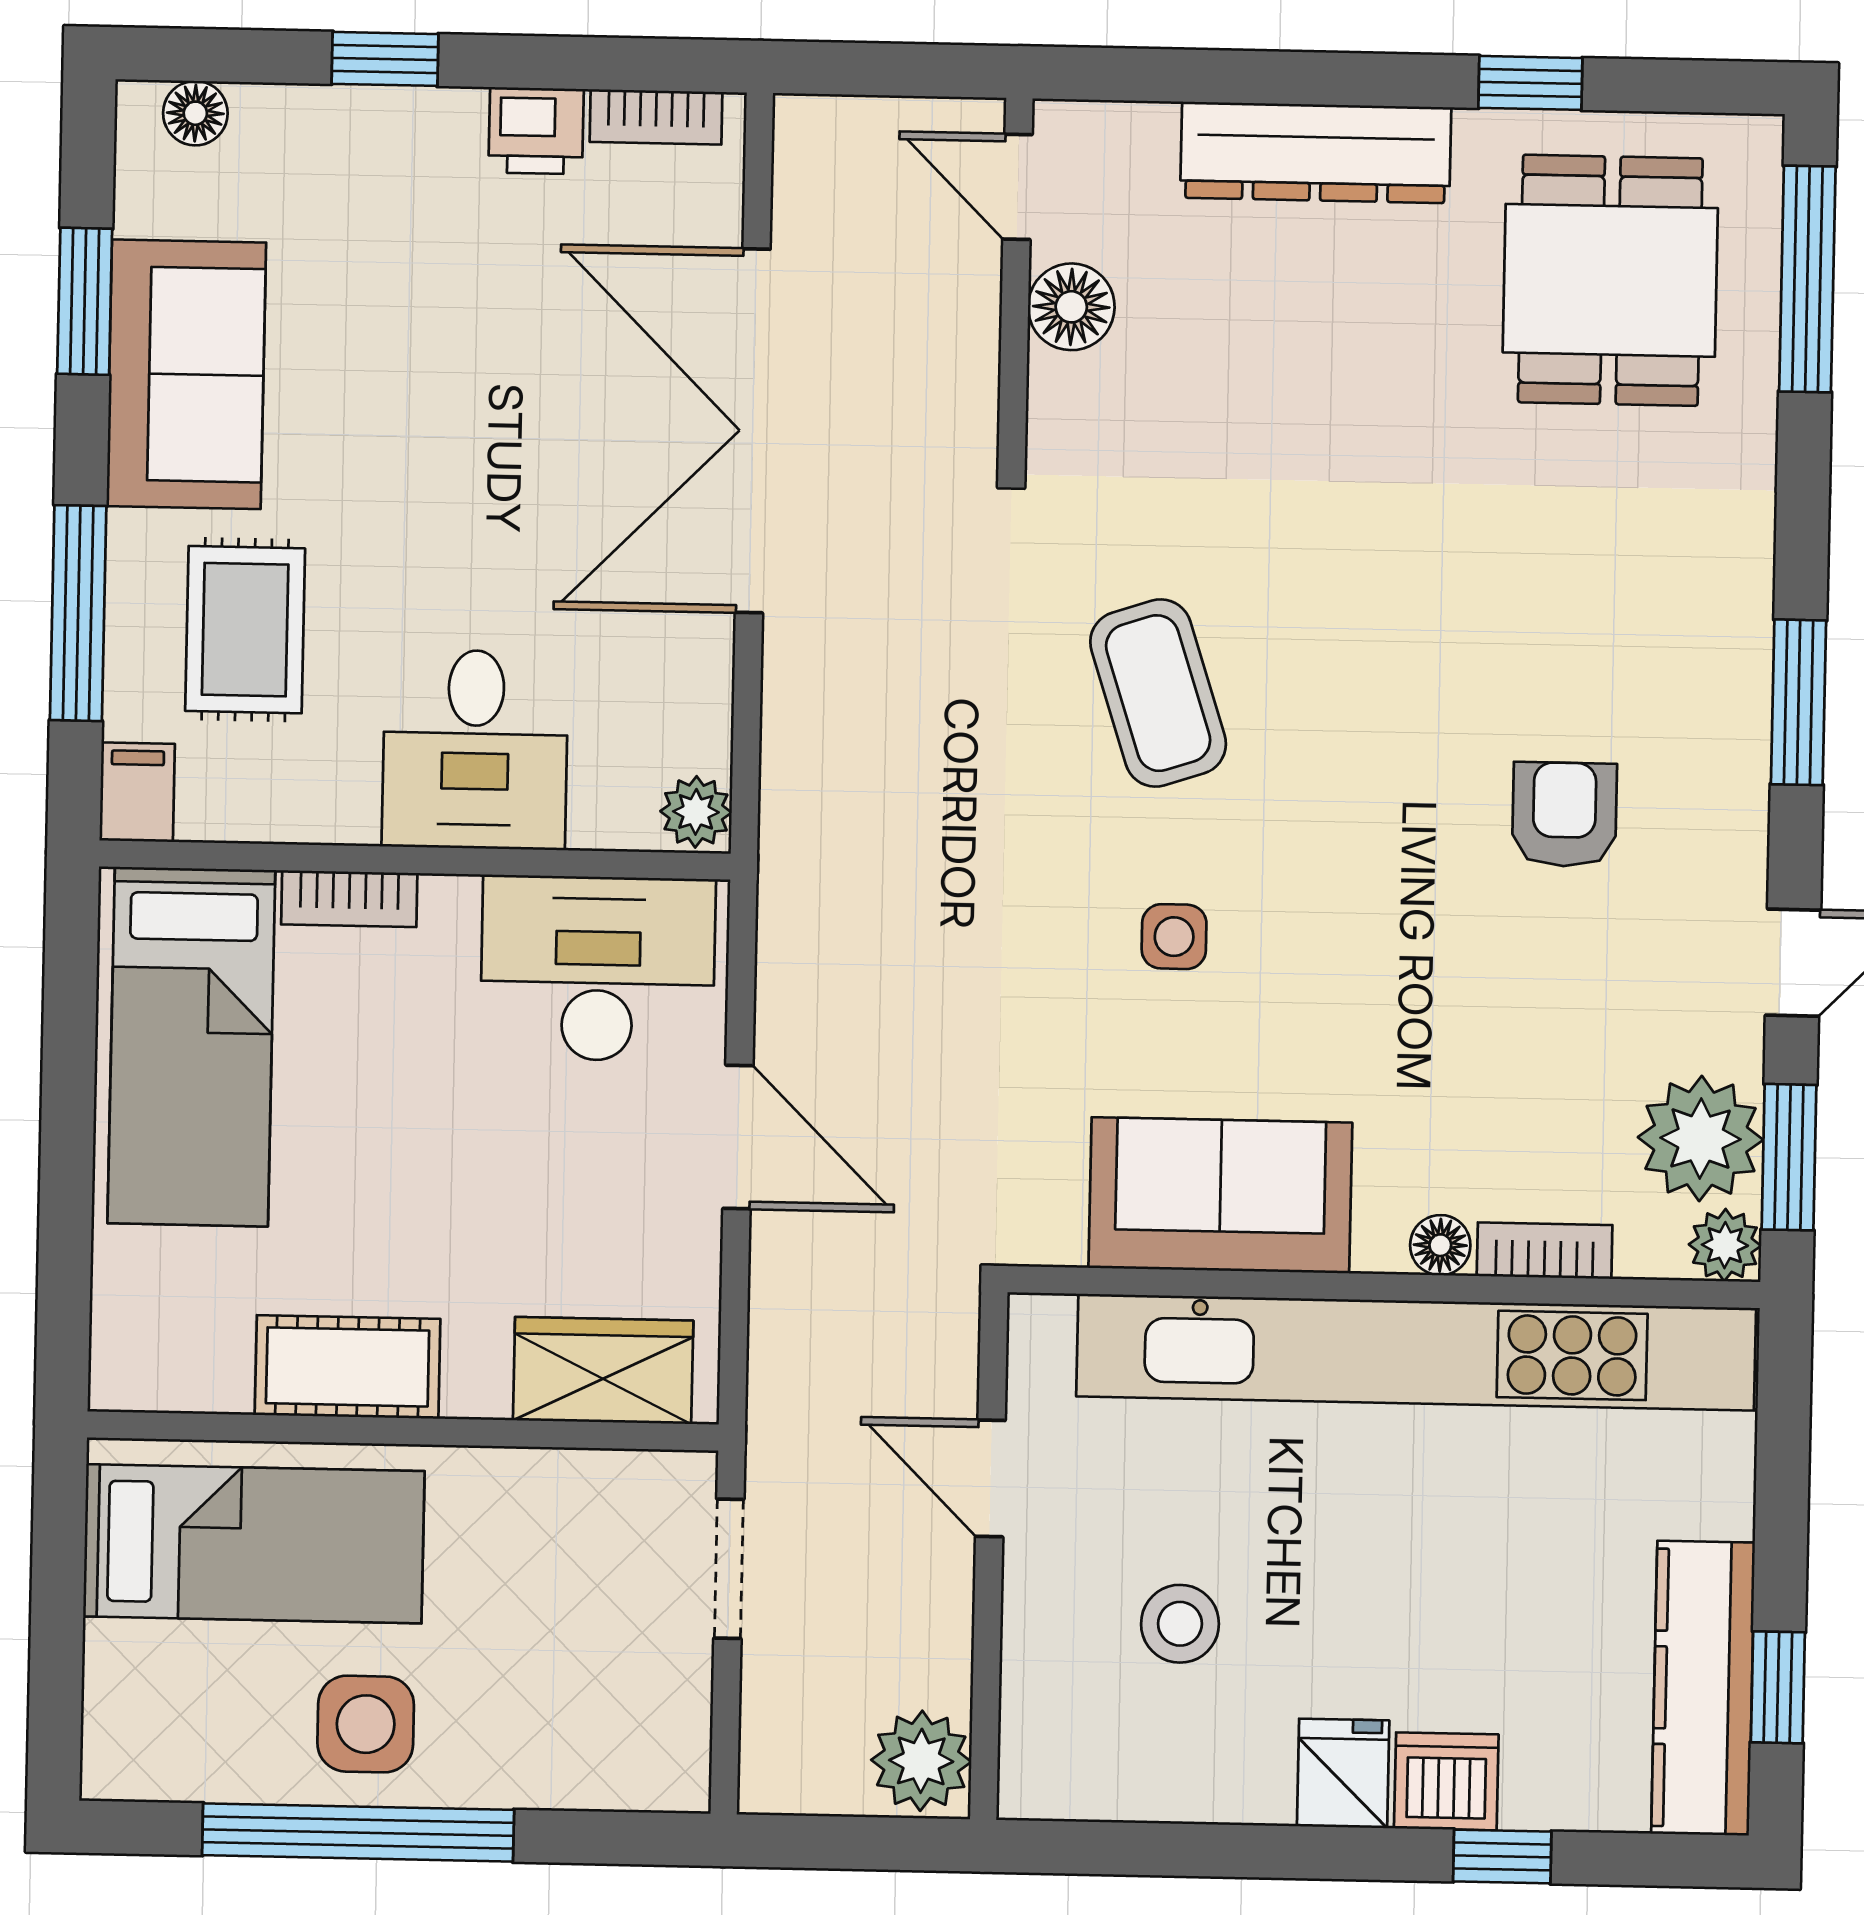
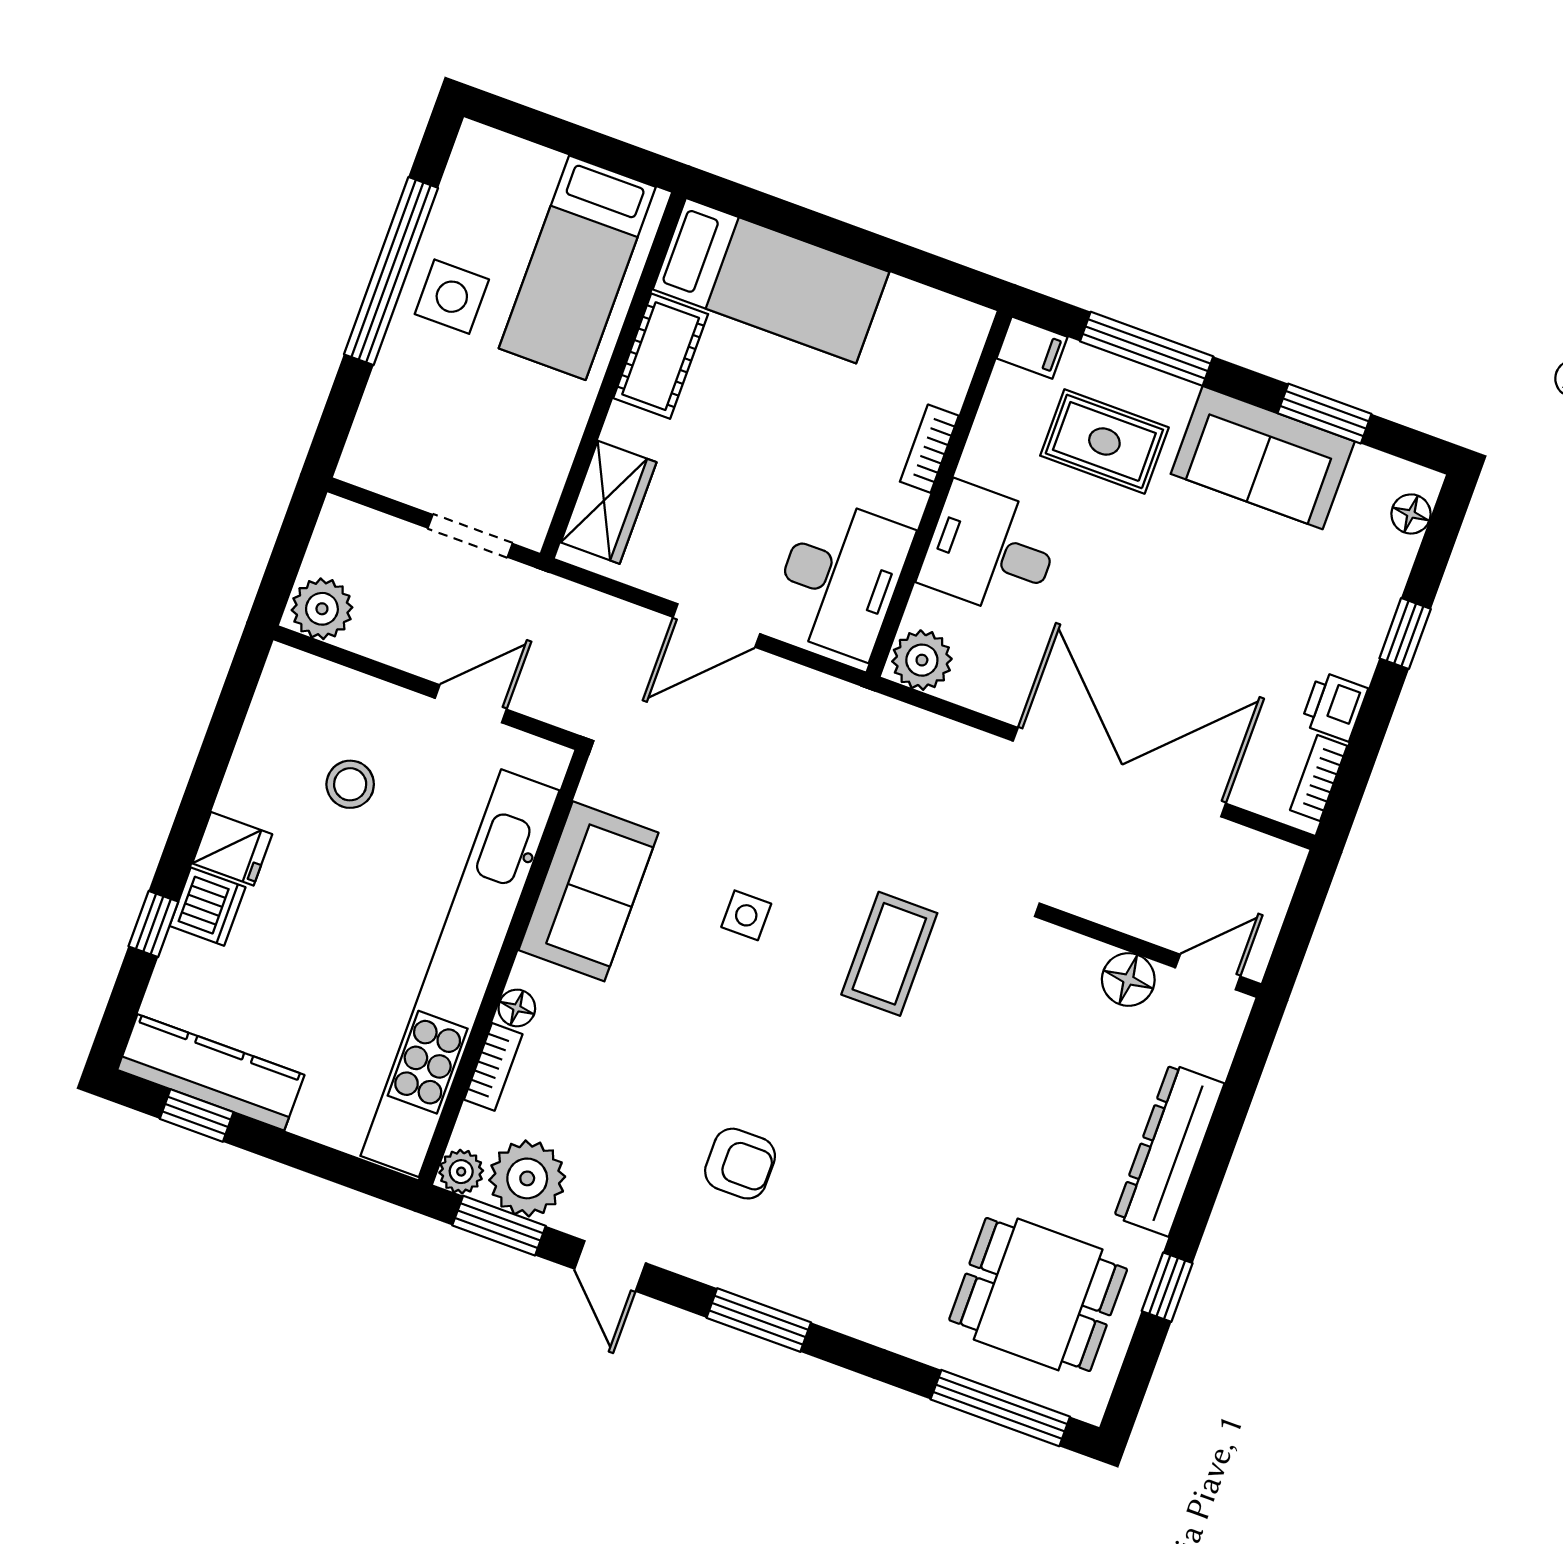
coffee table: (1158, 693) -> (889, 954), turned -72
plant: (696, 812) -> (922, 660), width x1.38, depth x1.38
bed: (191, 1047) -> (771, 281), moved, turned 180

